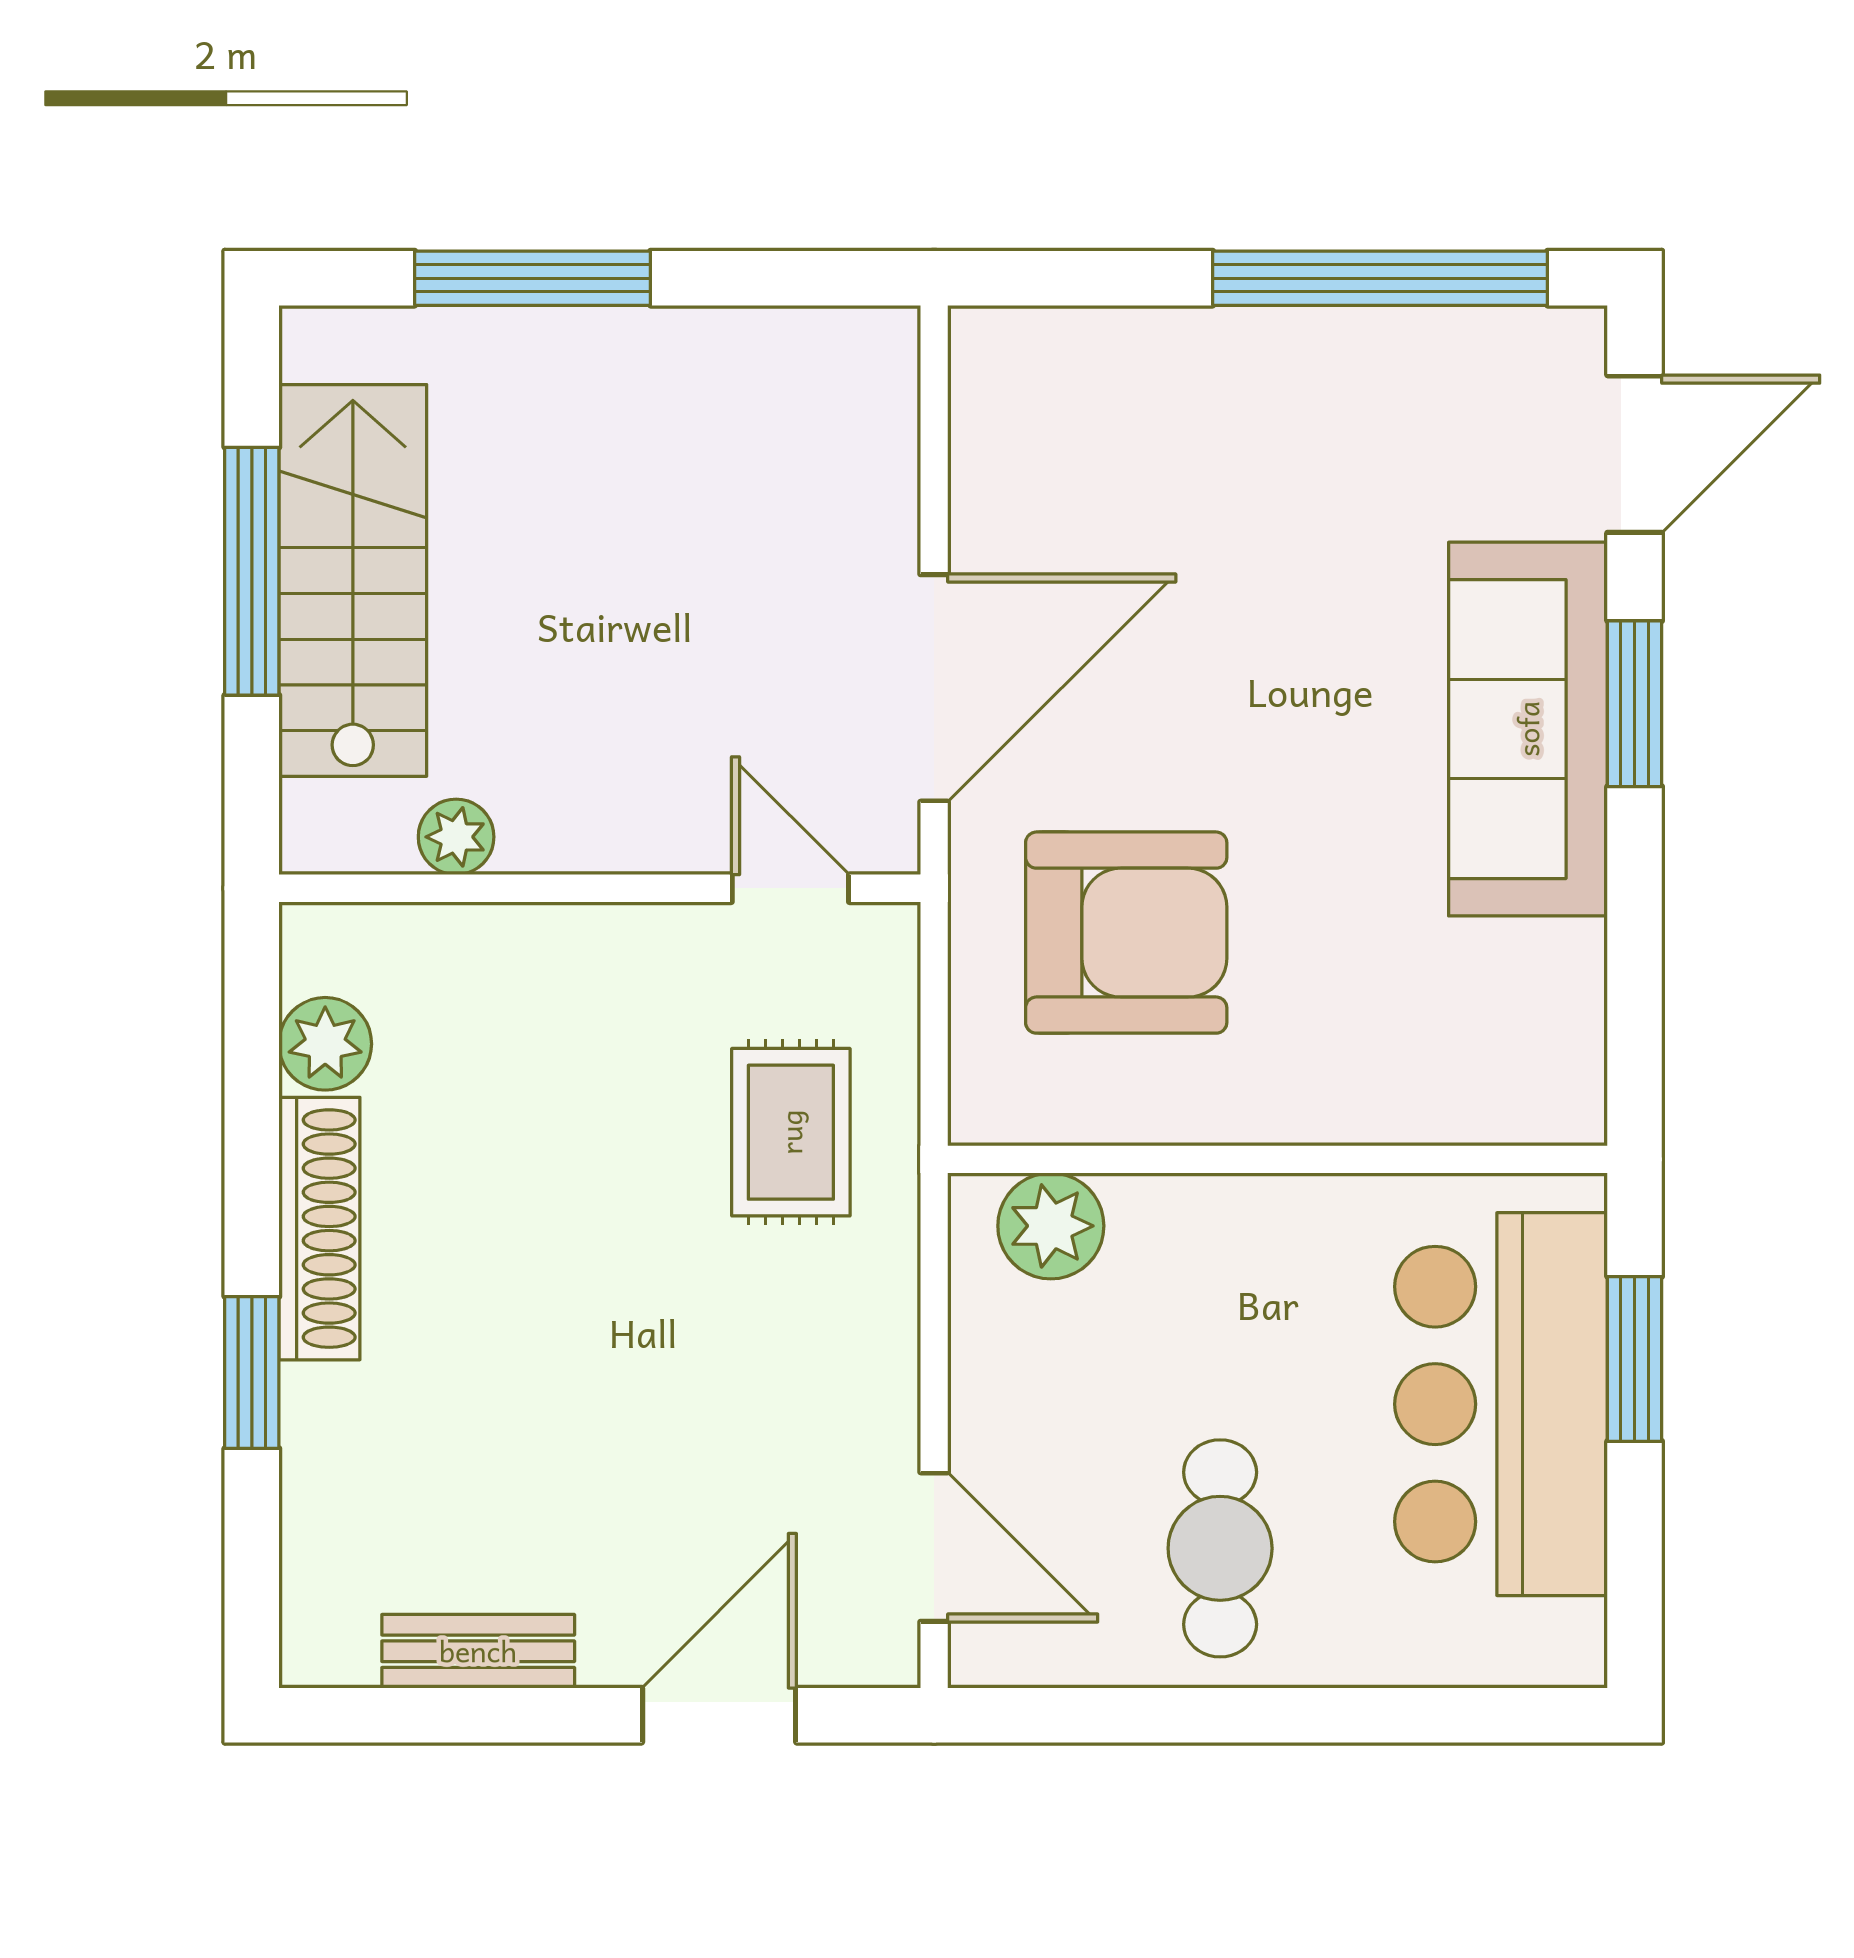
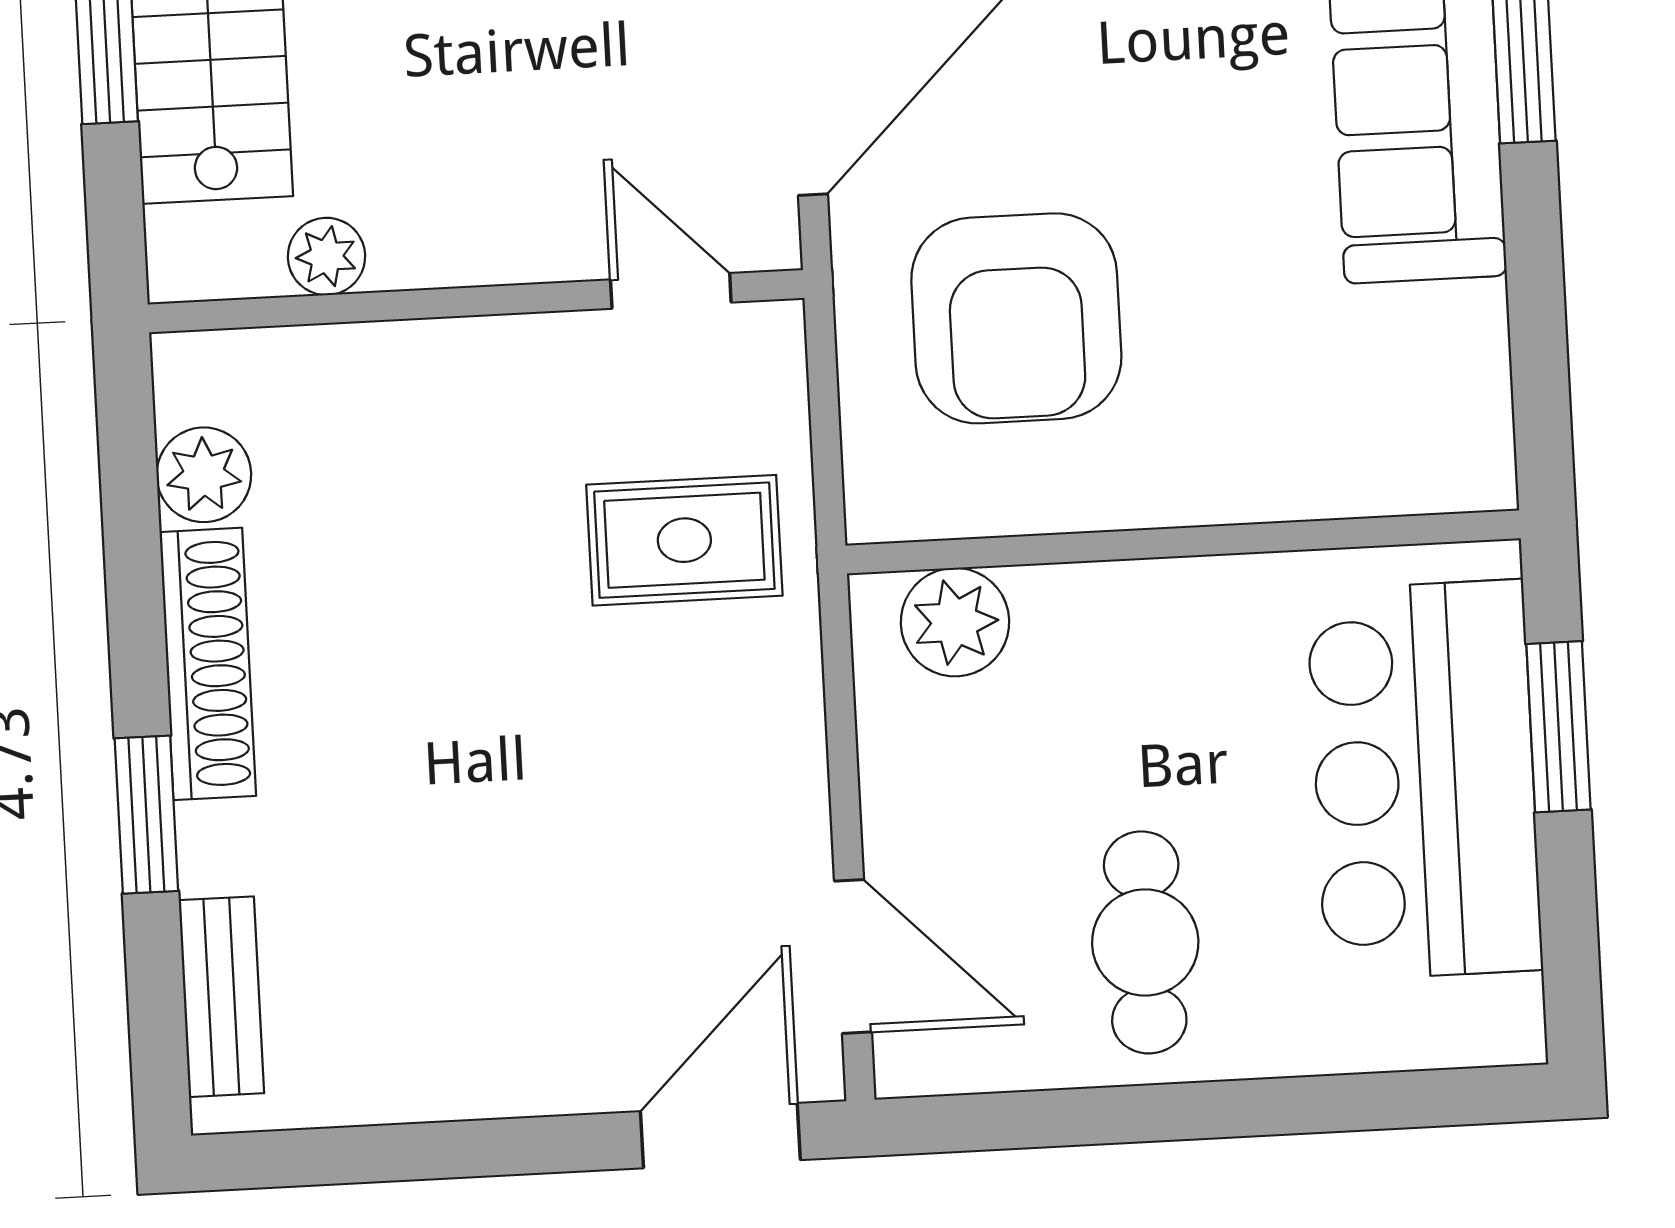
armchair: (1126, 933) -> (1016, 318), turned 90
rug: (791, 1132) -> (684, 540), turned 90
bench: (478, 1651) -> (221, 997), moved, turned 90
door: (719, 1715) -> (720, 1136), moved

